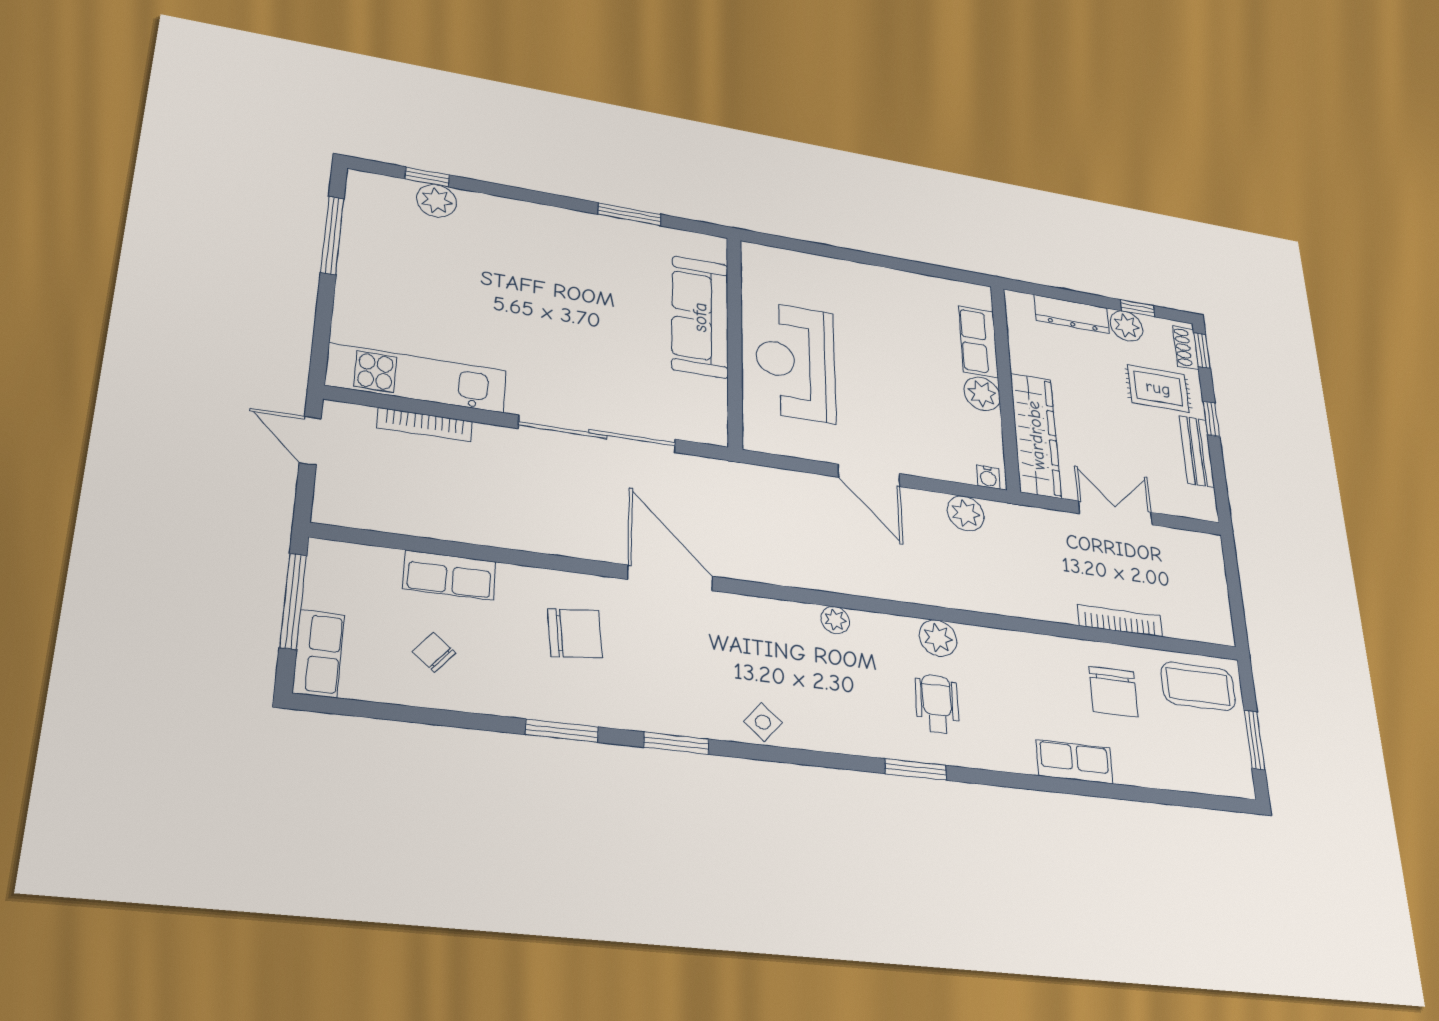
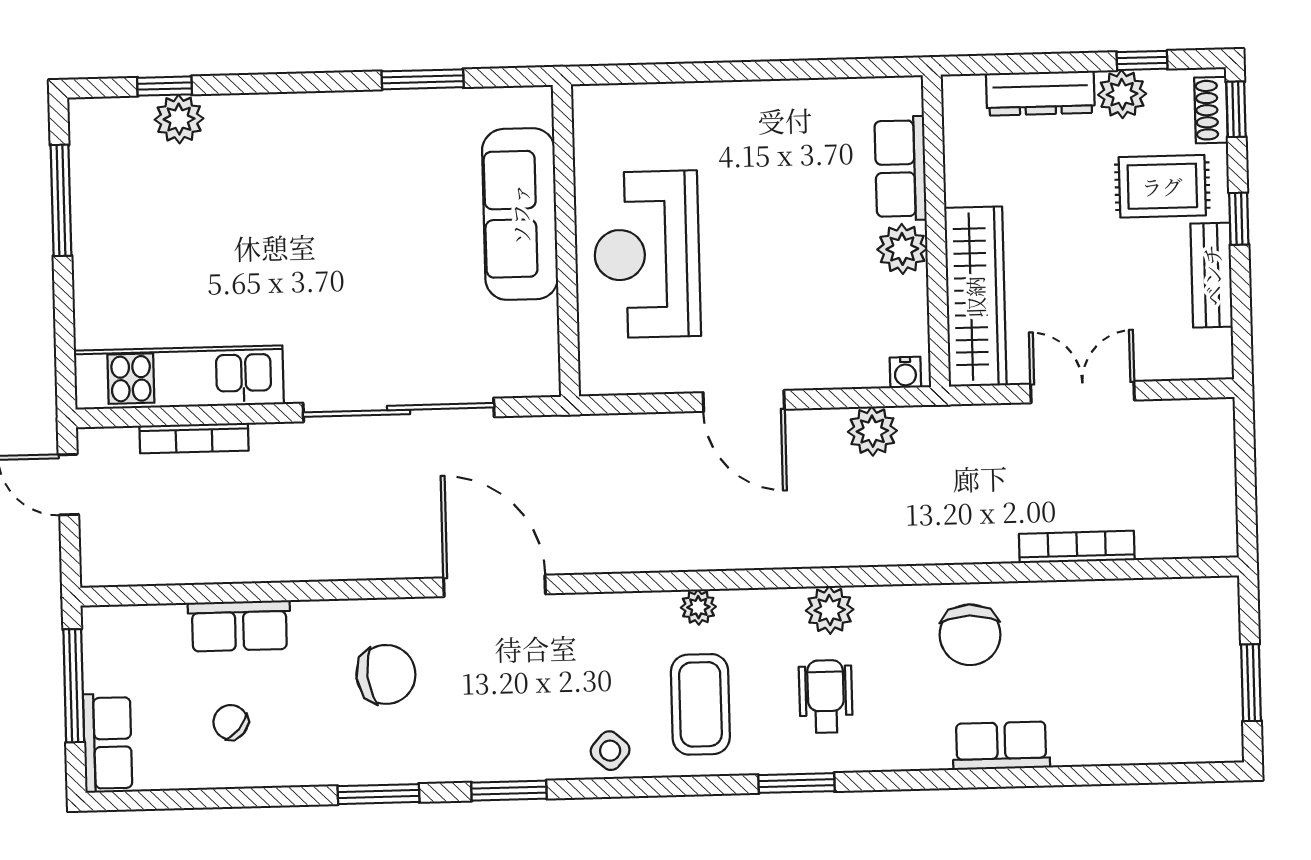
coffee table: (1198, 686) -> (700, 704), moved, turned 90
chair: (1114, 692) -> (970, 635), moved

